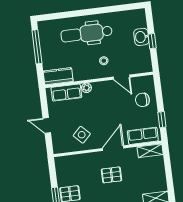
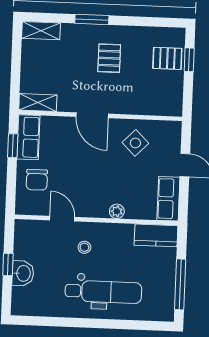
row of seats: (66, 92) -> (168, 199), moved, turned -90
chair: (142, 100) -> (37, 180), turned 90
row of seats: (143, 136) -> (28, 137), moved, turned -90
door: (113, 148) -> (92, 115), hinge flipped
pallet: (112, 175) -> (109, 58), moved, turned 90

